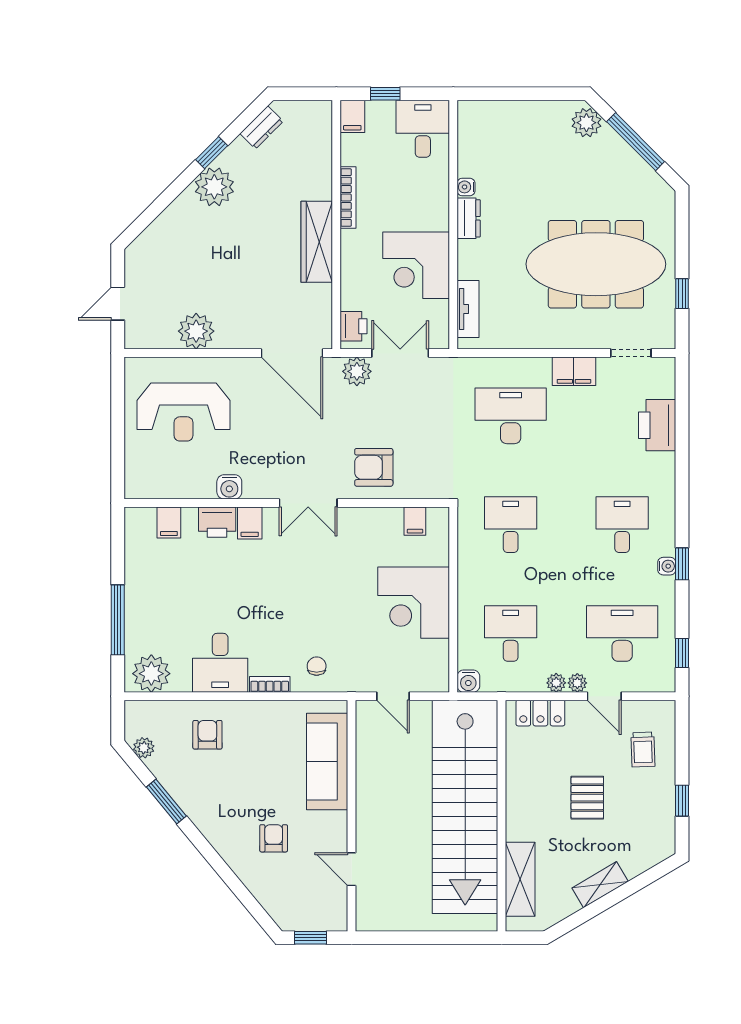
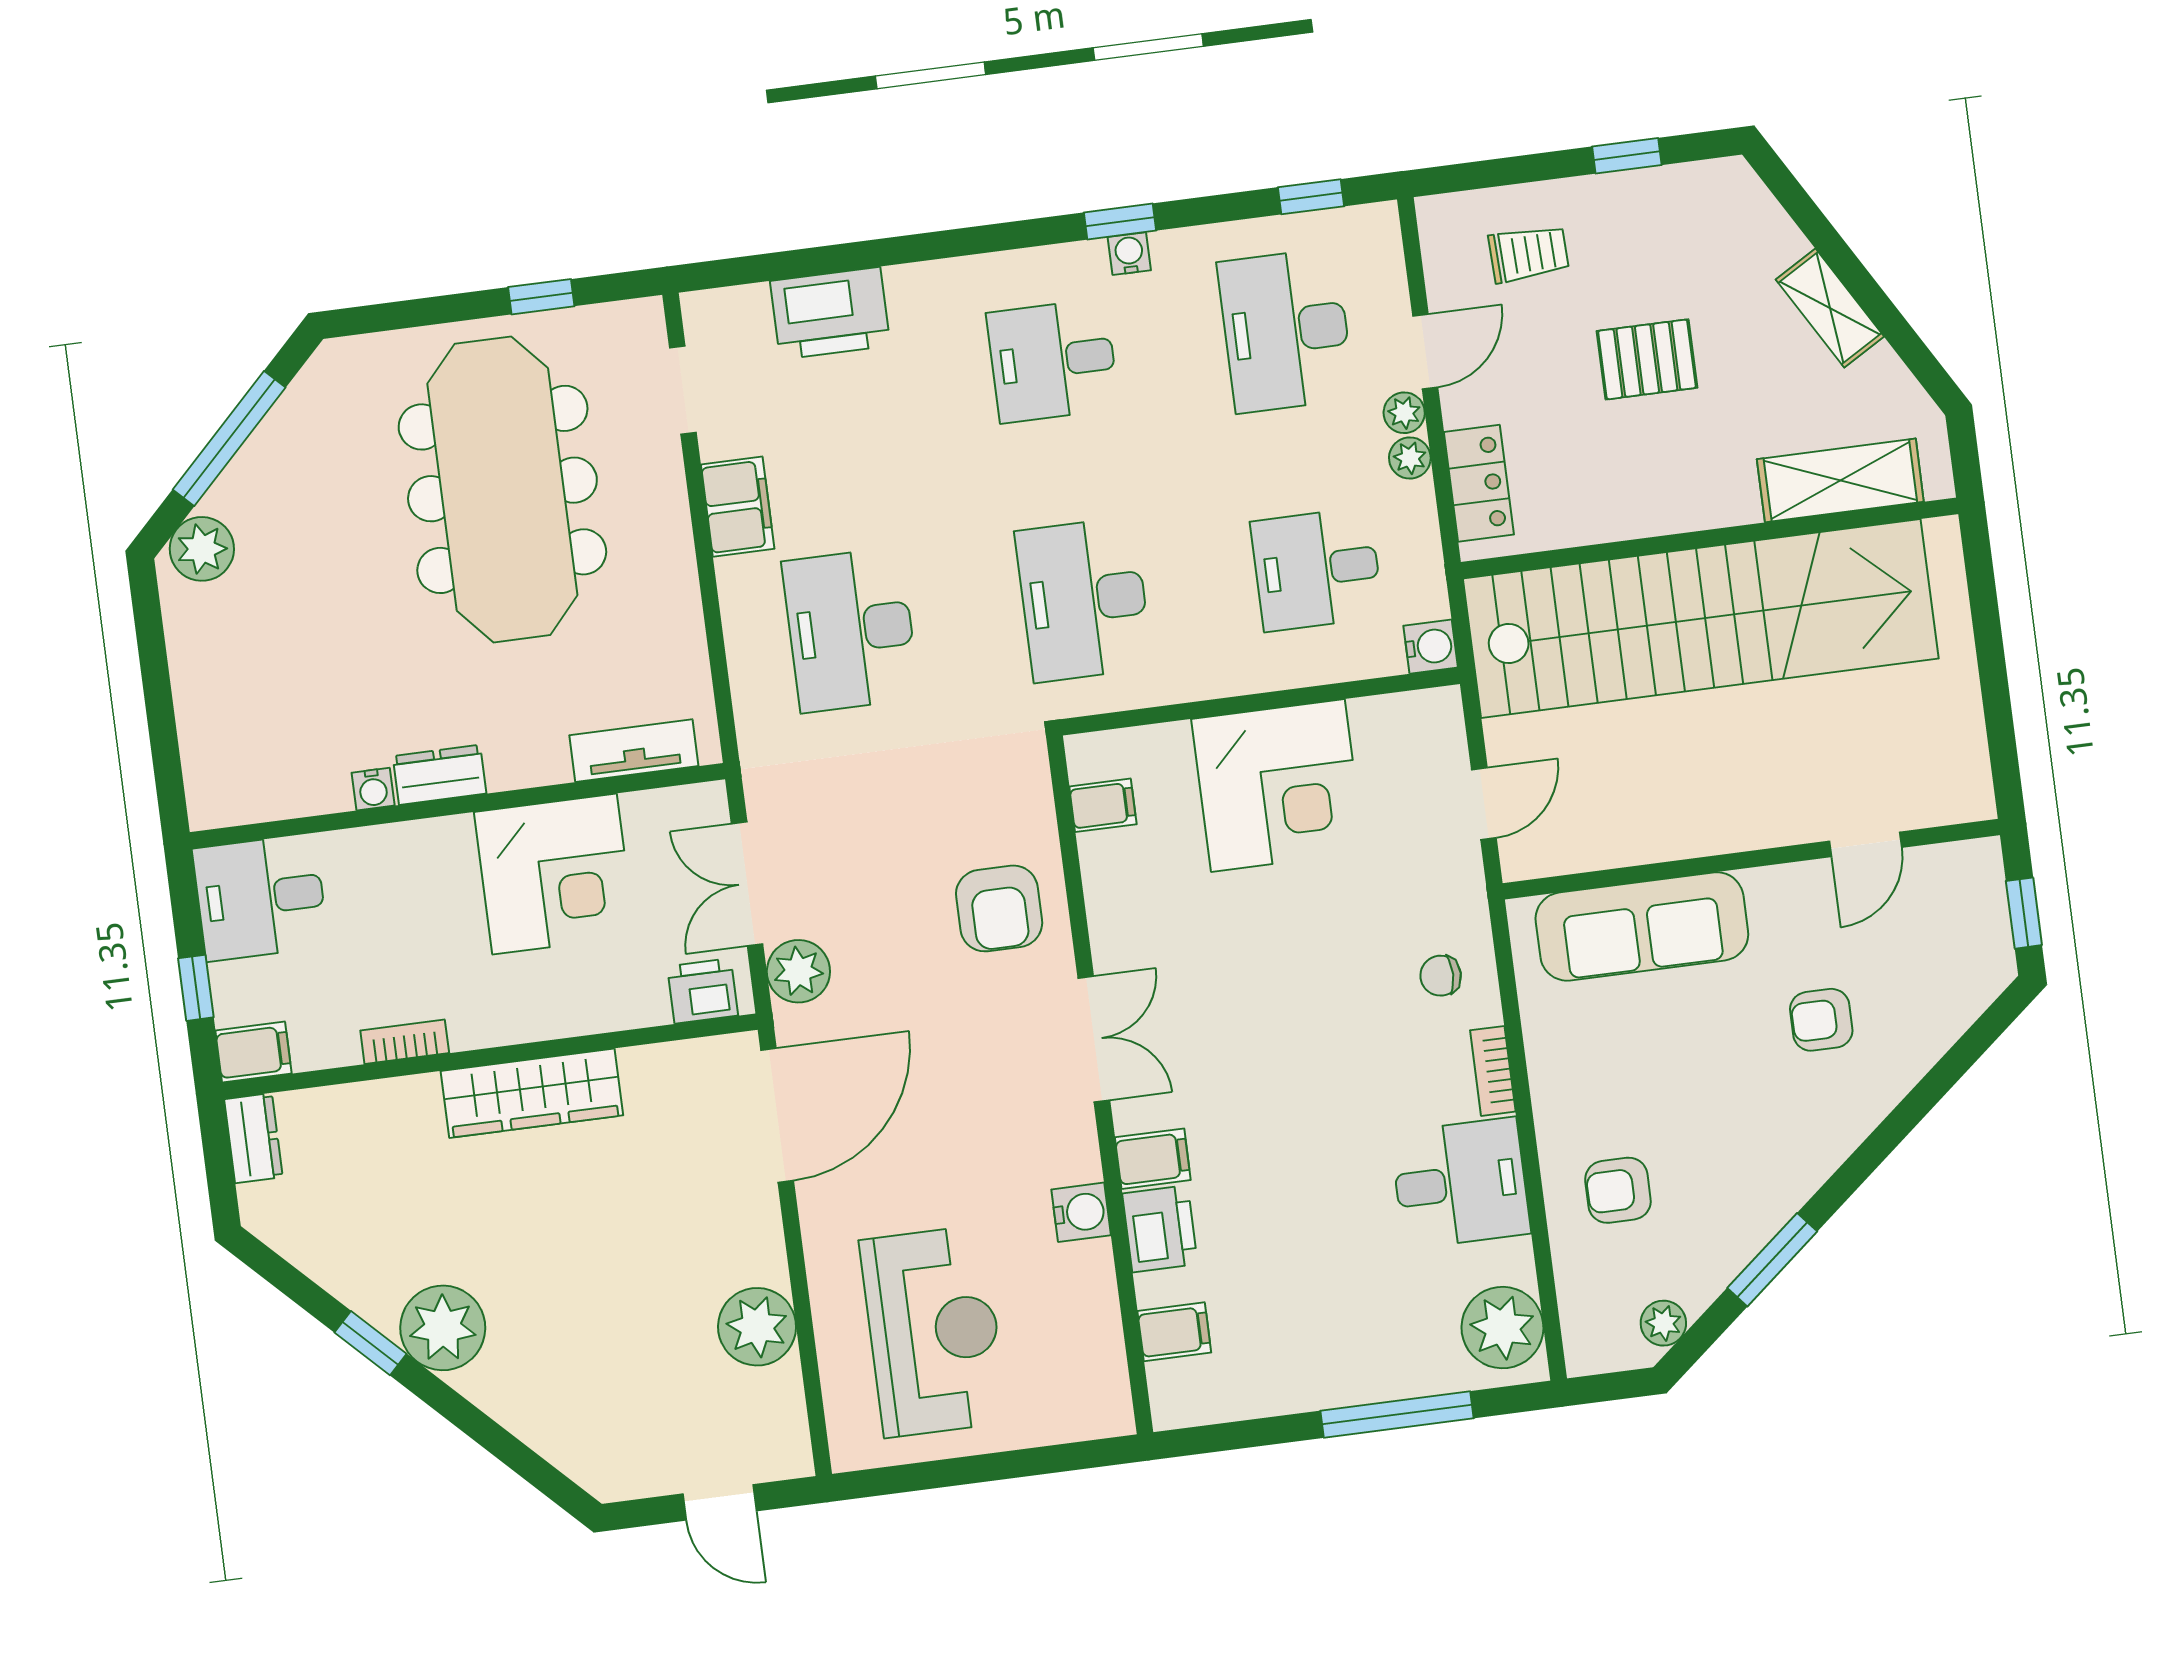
dresser: (262, 127) -> (253, 1138), moved, turned 45
bookcase: (348, 197) -> (405, 1042), width x0.64
desk: (511, 525) -> (1084, 600), width x1.37

